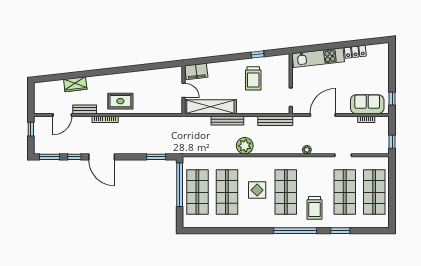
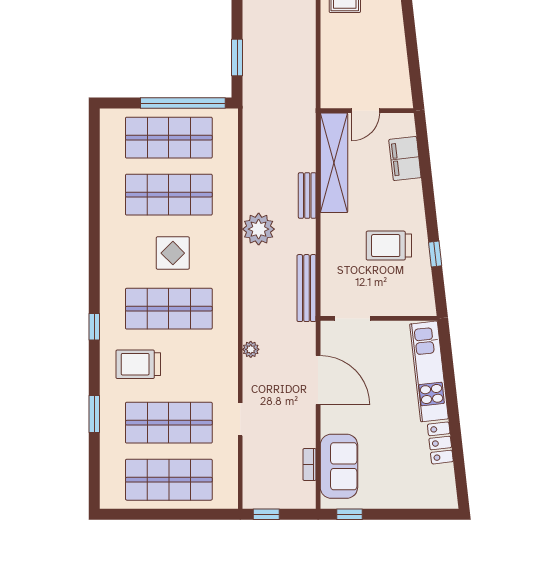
filing cabinet: (196, 71) -> (405, 159), moved
bench: (227, 121) -> (307, 196), width x0.73
window: (295, 231) -> (94, 327), width x0.32

